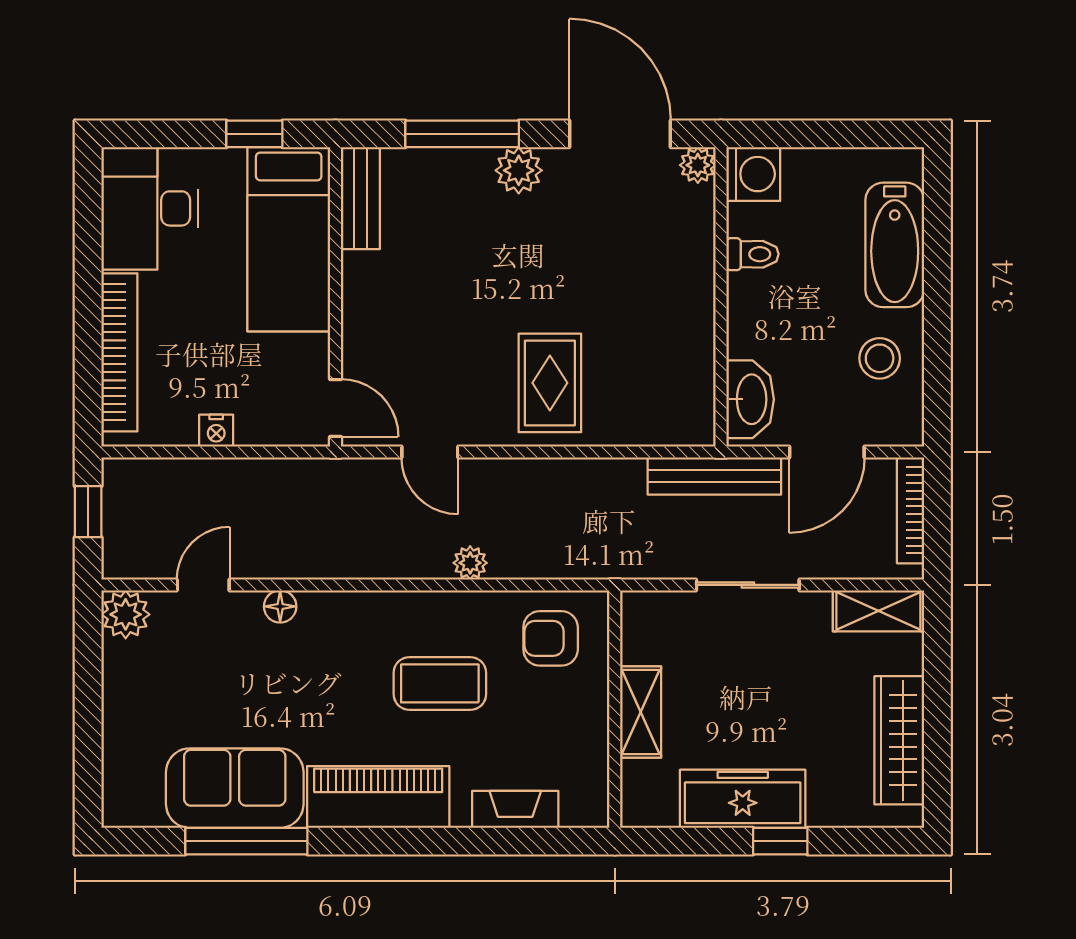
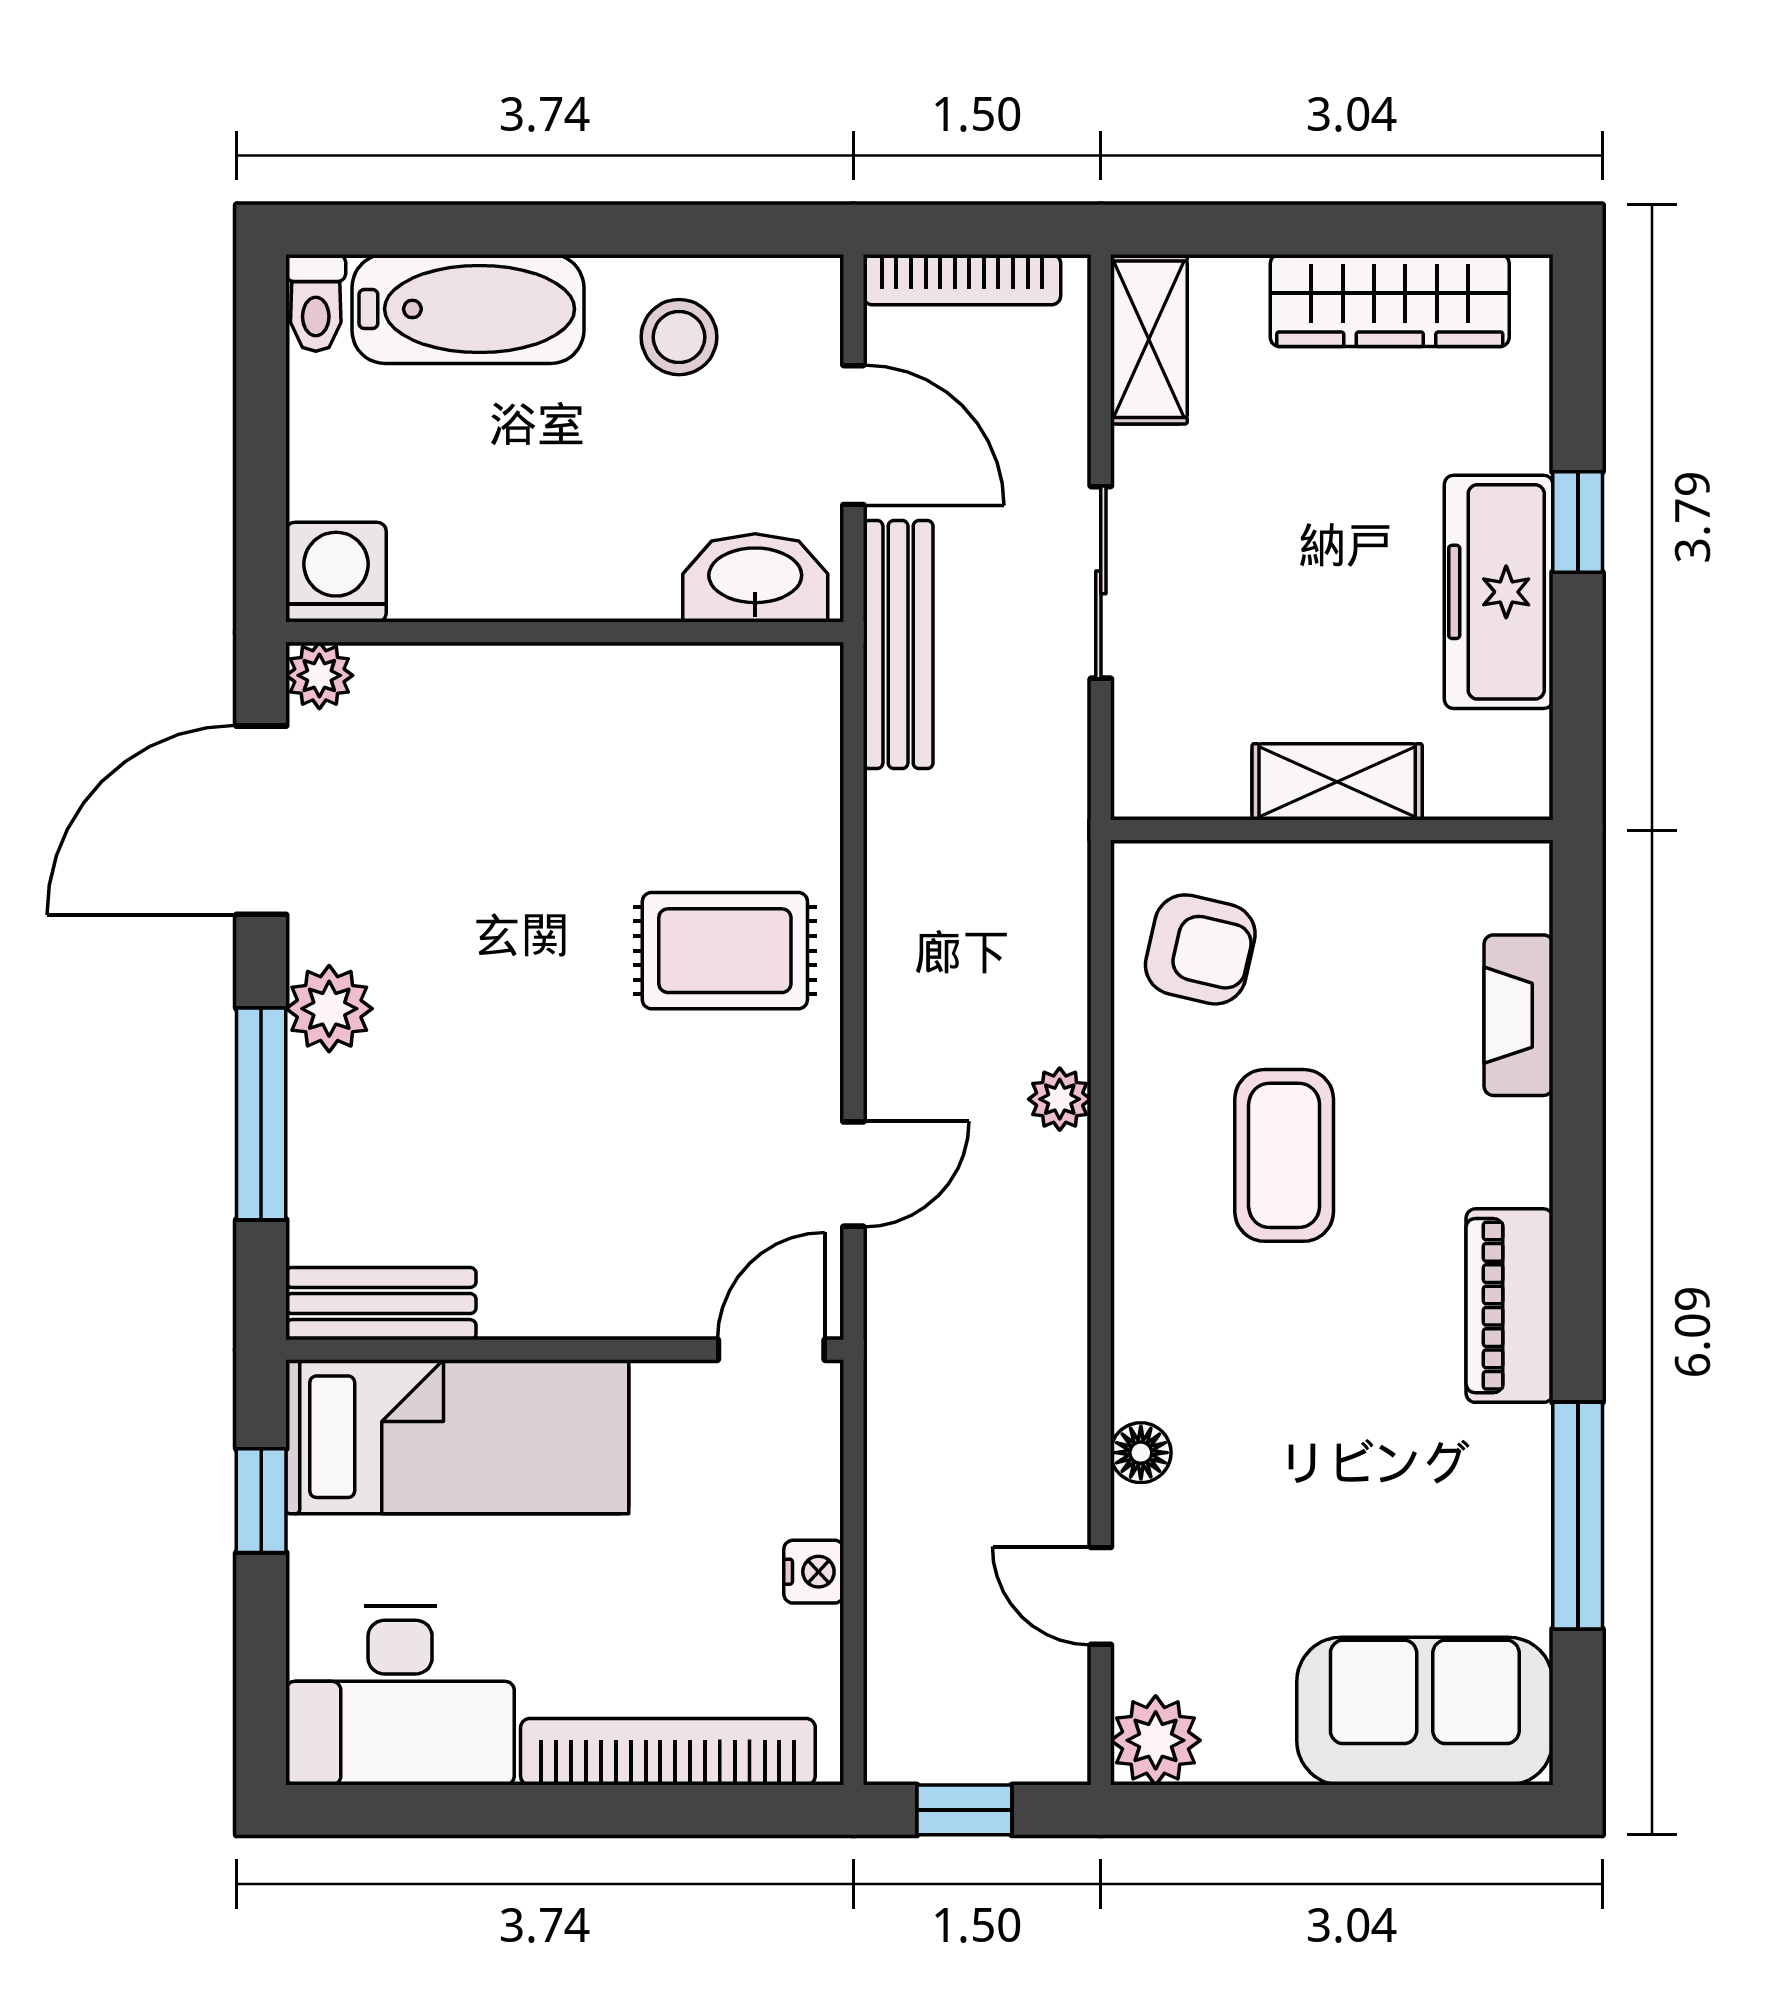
toilet: (752, 254) -> (316, 303), moved, turned 180
armchair: (551, 638) -> (1200, 949), turned -77
sofa: (235, 788) -> (1425, 1711), moved, turned 90
piano: (378, 797) -> (1509, 1306), width x0.73, depth x0.75

